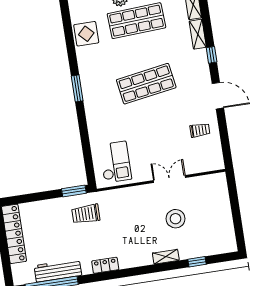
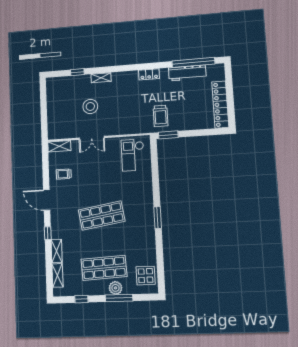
display table: (86, 34) -> (146, 276), moved
shelving: (210, 165) -> (59, 146), added
trolley: (86, 214) -> (161, 116), turned 90

